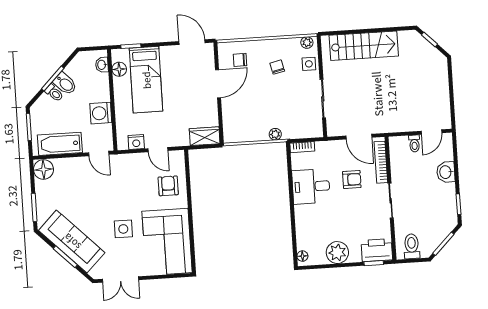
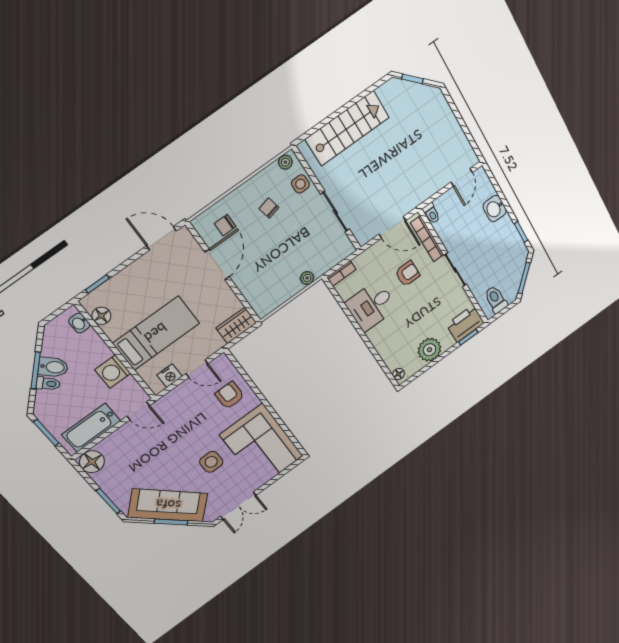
bed: (146, 80) -> (156, 333), moved, turned -90
toilet: (414, 143) -> (431, 213), moved

